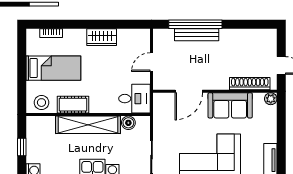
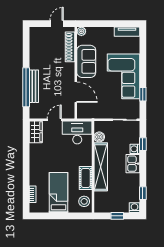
wardrobe: (102, 37) -> (36, 132), moved
door: (152, 62) -> (54, 120), swing flipped
desk: (134, 99) -> (77, 132), width x1.37

